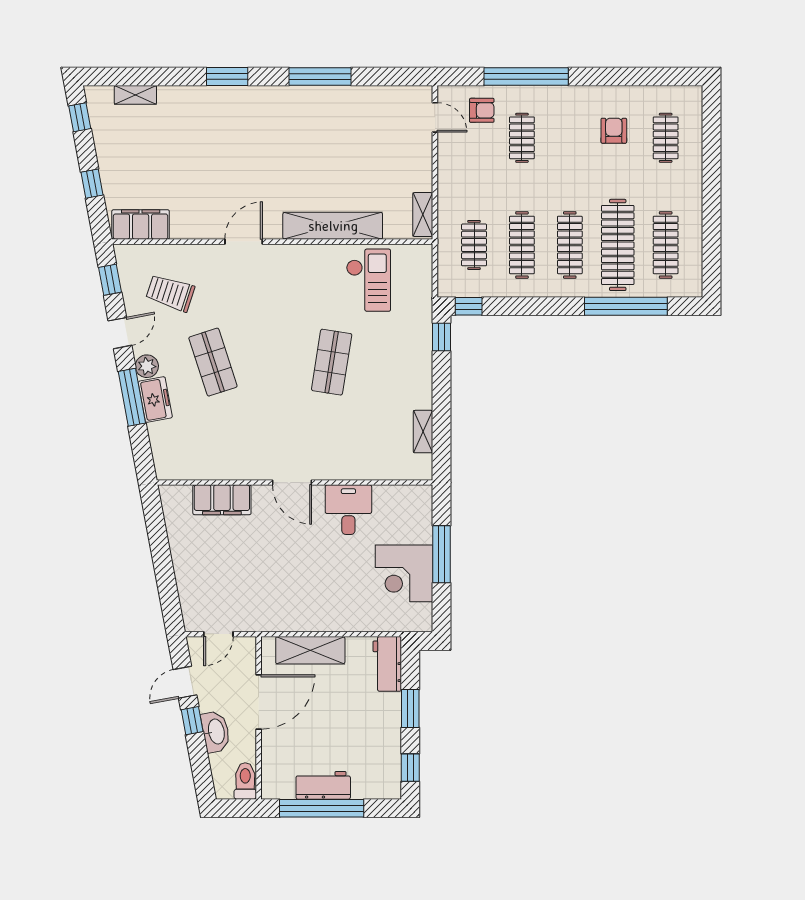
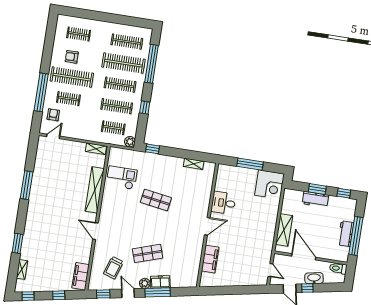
window: (227, 76) -> (18, 243), moved
clothes rail: (570, 138) -> (72, 77), added
plant: (450, 286) -> (130, 142), added
window: (469, 306) -> (145, 108), moved
corner desk: (404, 573) -> (270, 184), moved
workbench: (387, 664) -> (315, 199), moved

